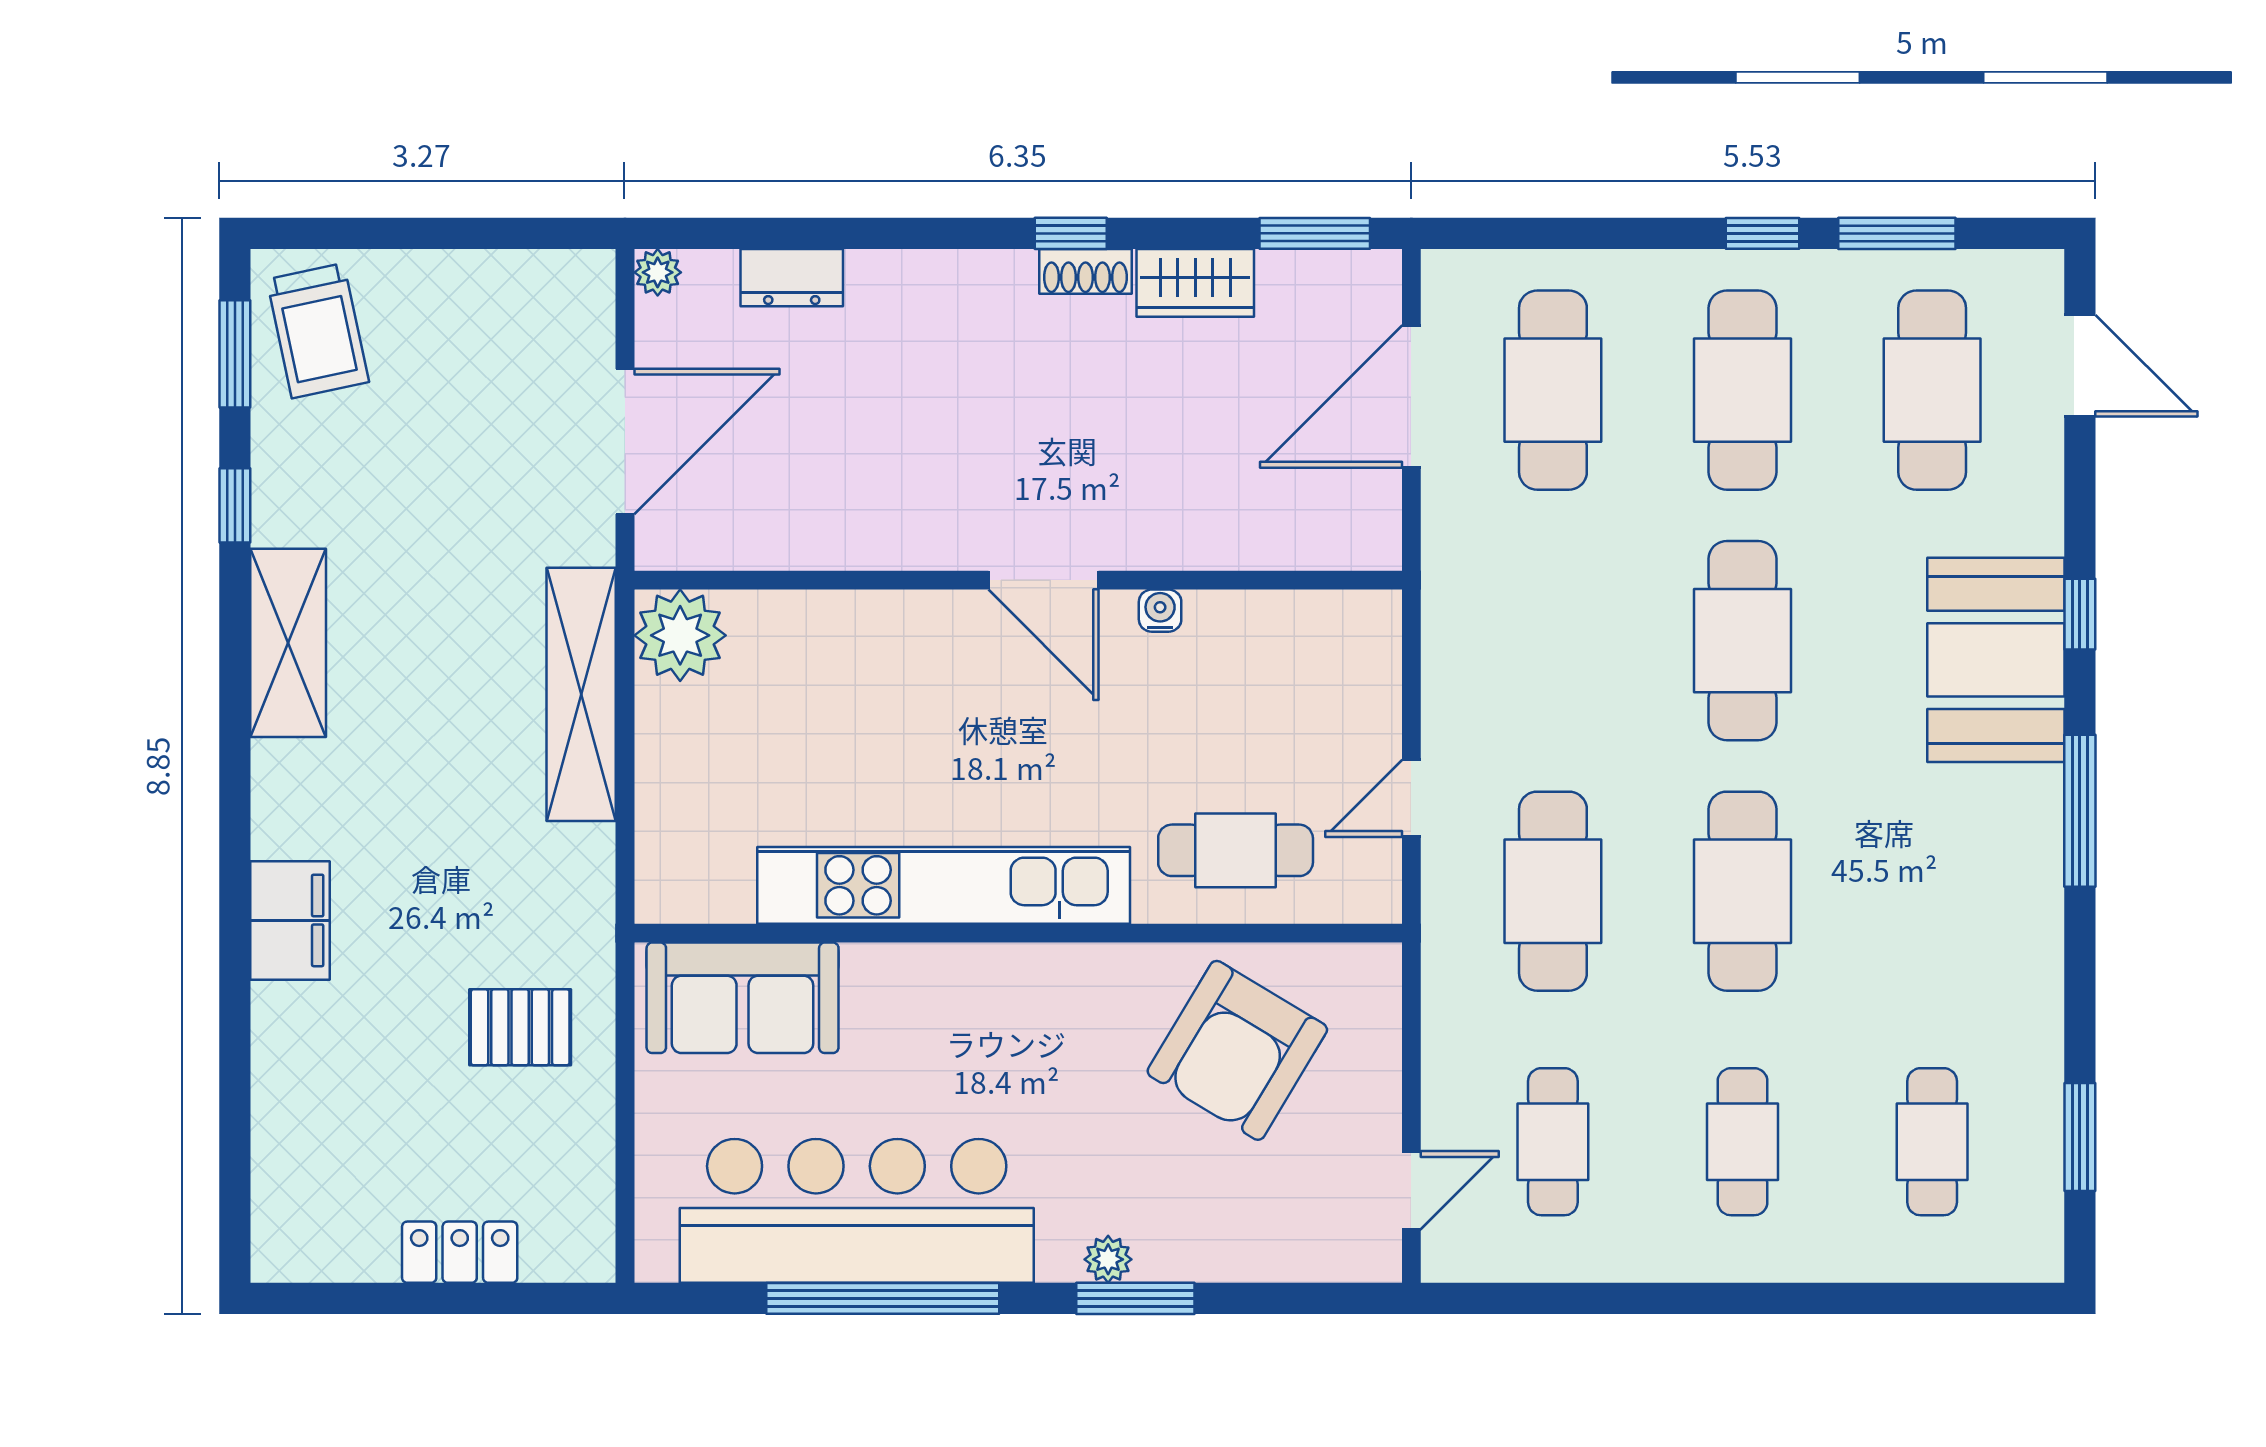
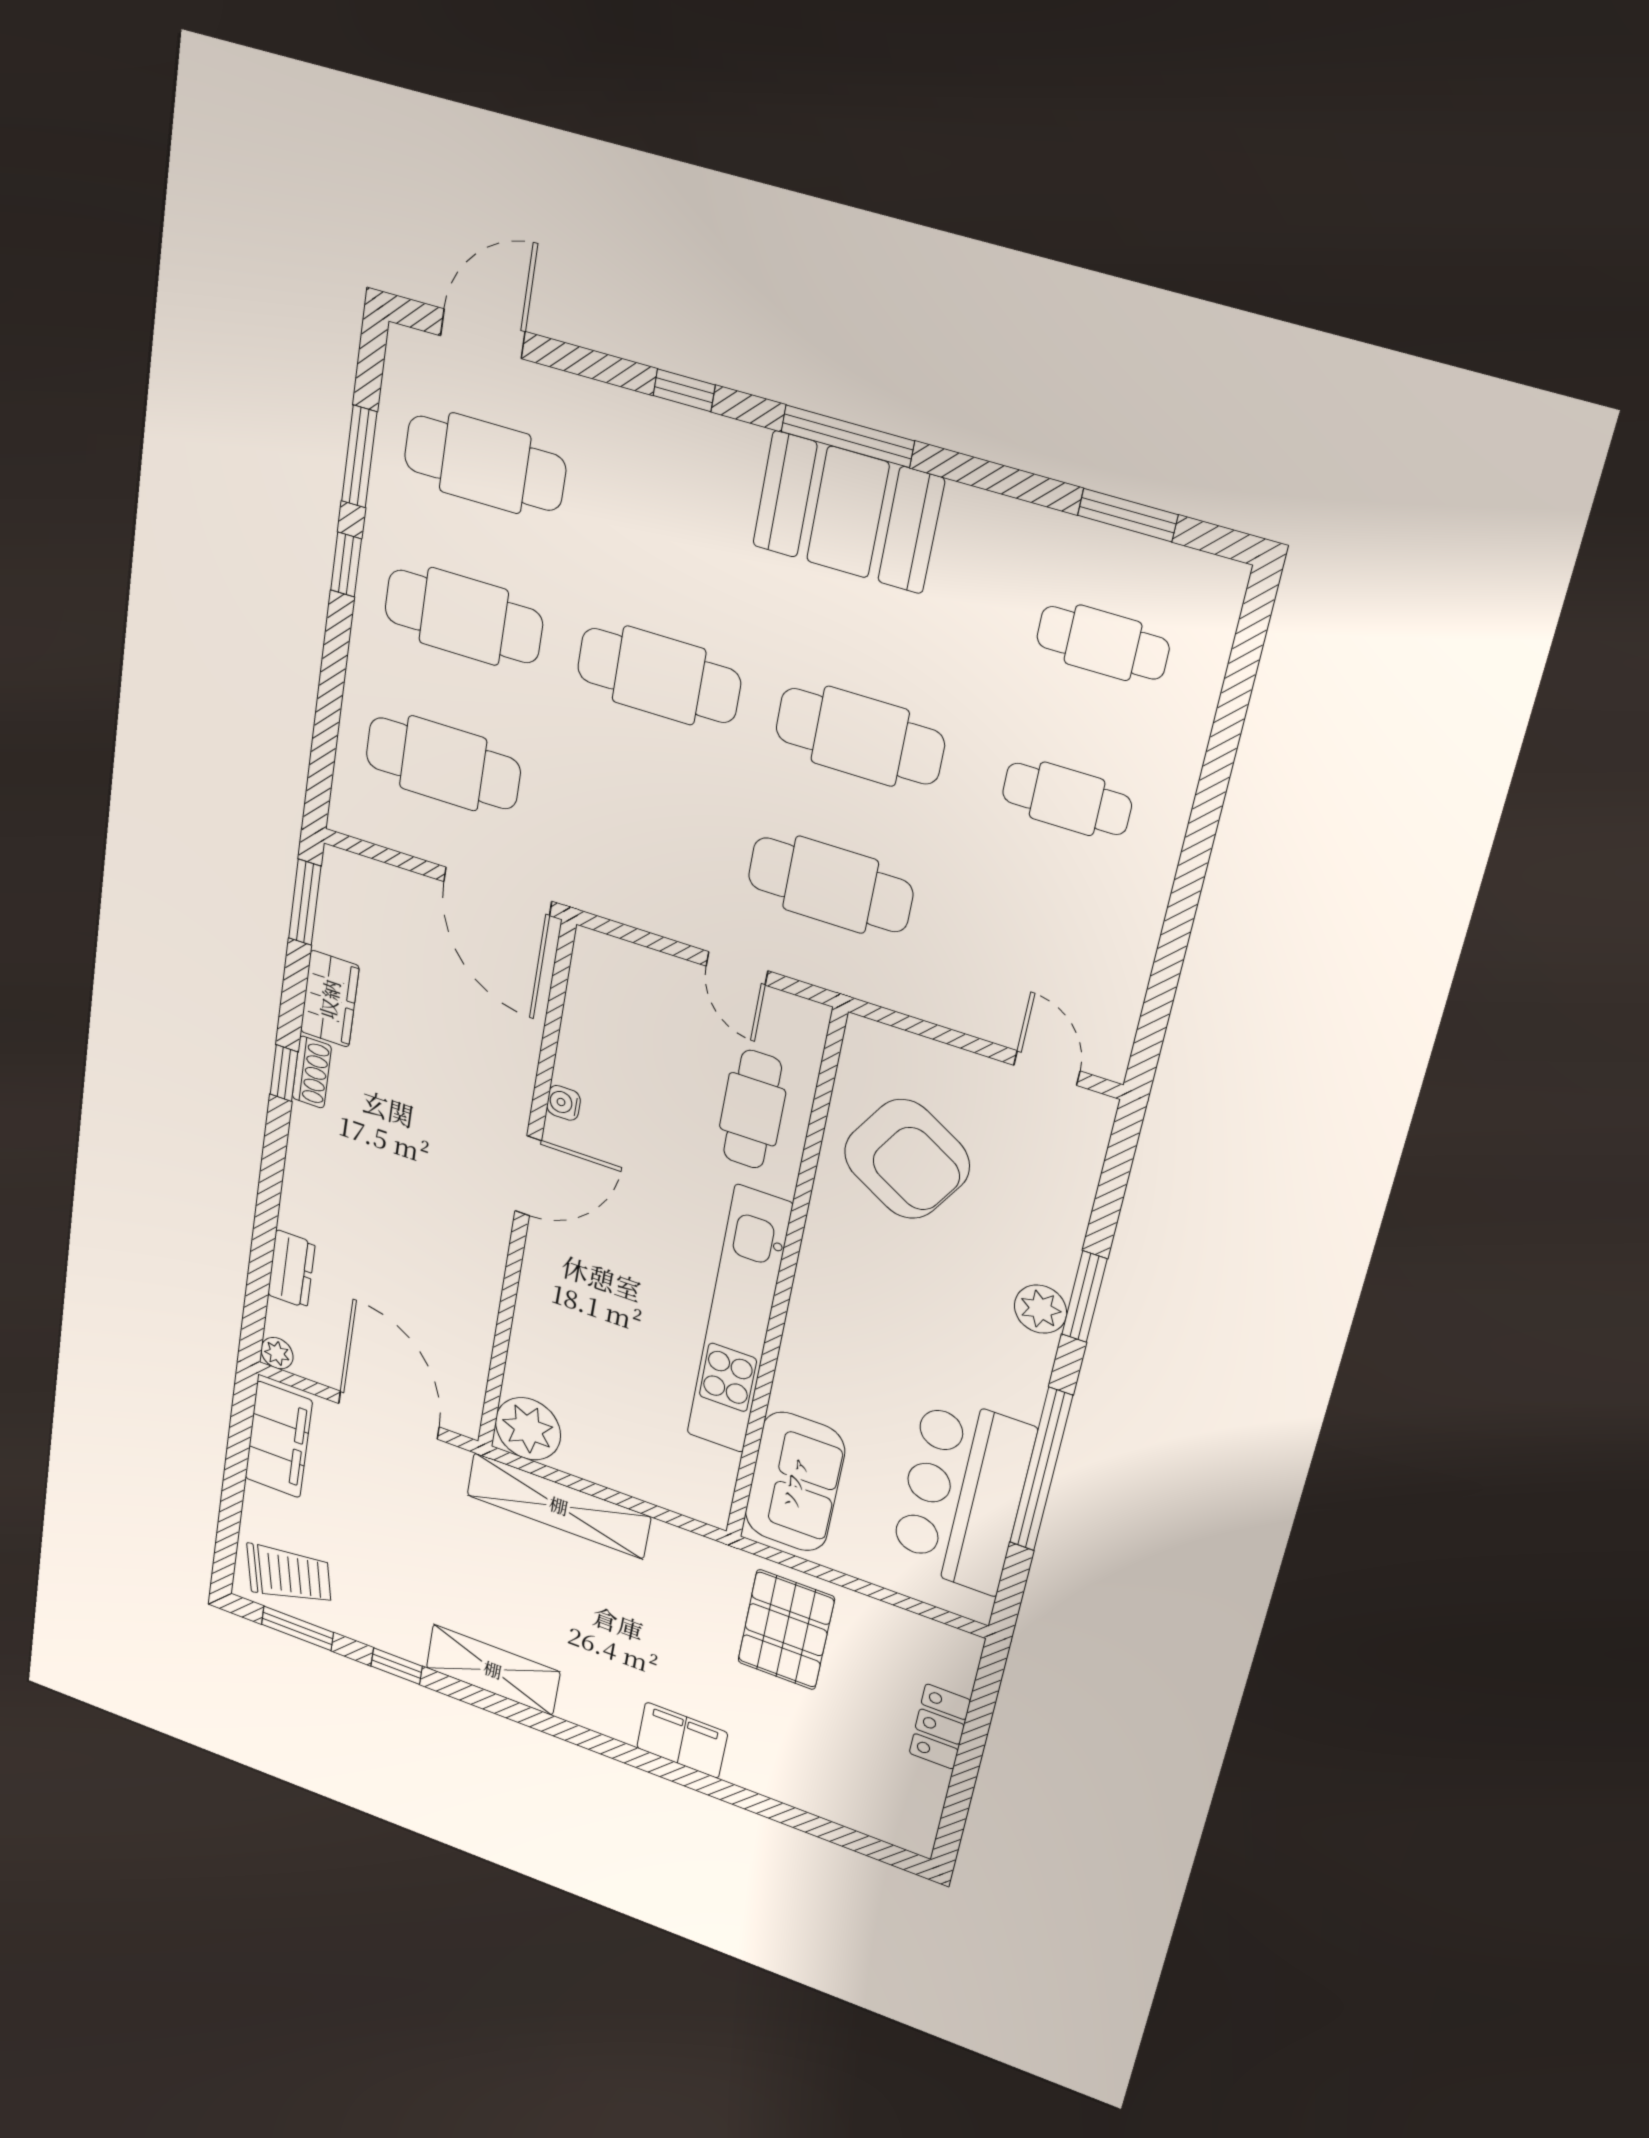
filing cabinet: (526, 290) -> (279, 1440), added
door: (1411, 396) -> (498, 891), moved
booth: (1996, 660) -> (848, 512), moved
pallet: (520, 1027) -> (786, 1630), width x1.50, depth x1.42
cafe table: (1553, 1142) -> (1032, 948), removed
bar counter: (857, 1211) -> (963, 1494), width x0.73
plant: (1108, 1259) -> (1041, 1309), width x1.38, depth x1.38

